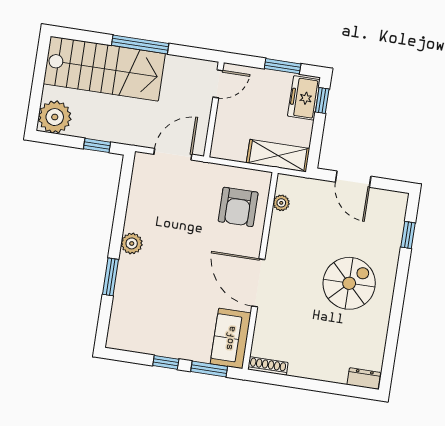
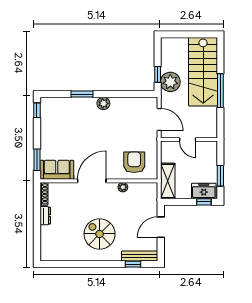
door: (218, 84) -> (188, 139), moved
plant: (55, 117) -> (170, 82), moved
plant: (281, 203) -> (123, 187), moved
armchair: (238, 207) -> (134, 162), turned 90
bench: (396, 222) -> (140, 256), added
spiral stairs: (349, 283) -> (100, 234), turned 180
window: (166, 362) -> (37, 110), moved
dresser: (364, 379) -> (45, 216), moved

